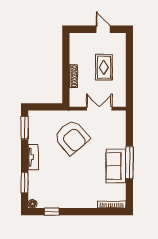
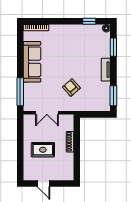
rug: (104, 67) -> (43, 150), turned 90
armchair: (72, 137) -> (71, 87), width x0.53, depth x0.53
window: (129, 163) -> (20, 92), moved
sofa: (116, 166) -> (32, 62), width x1.36

